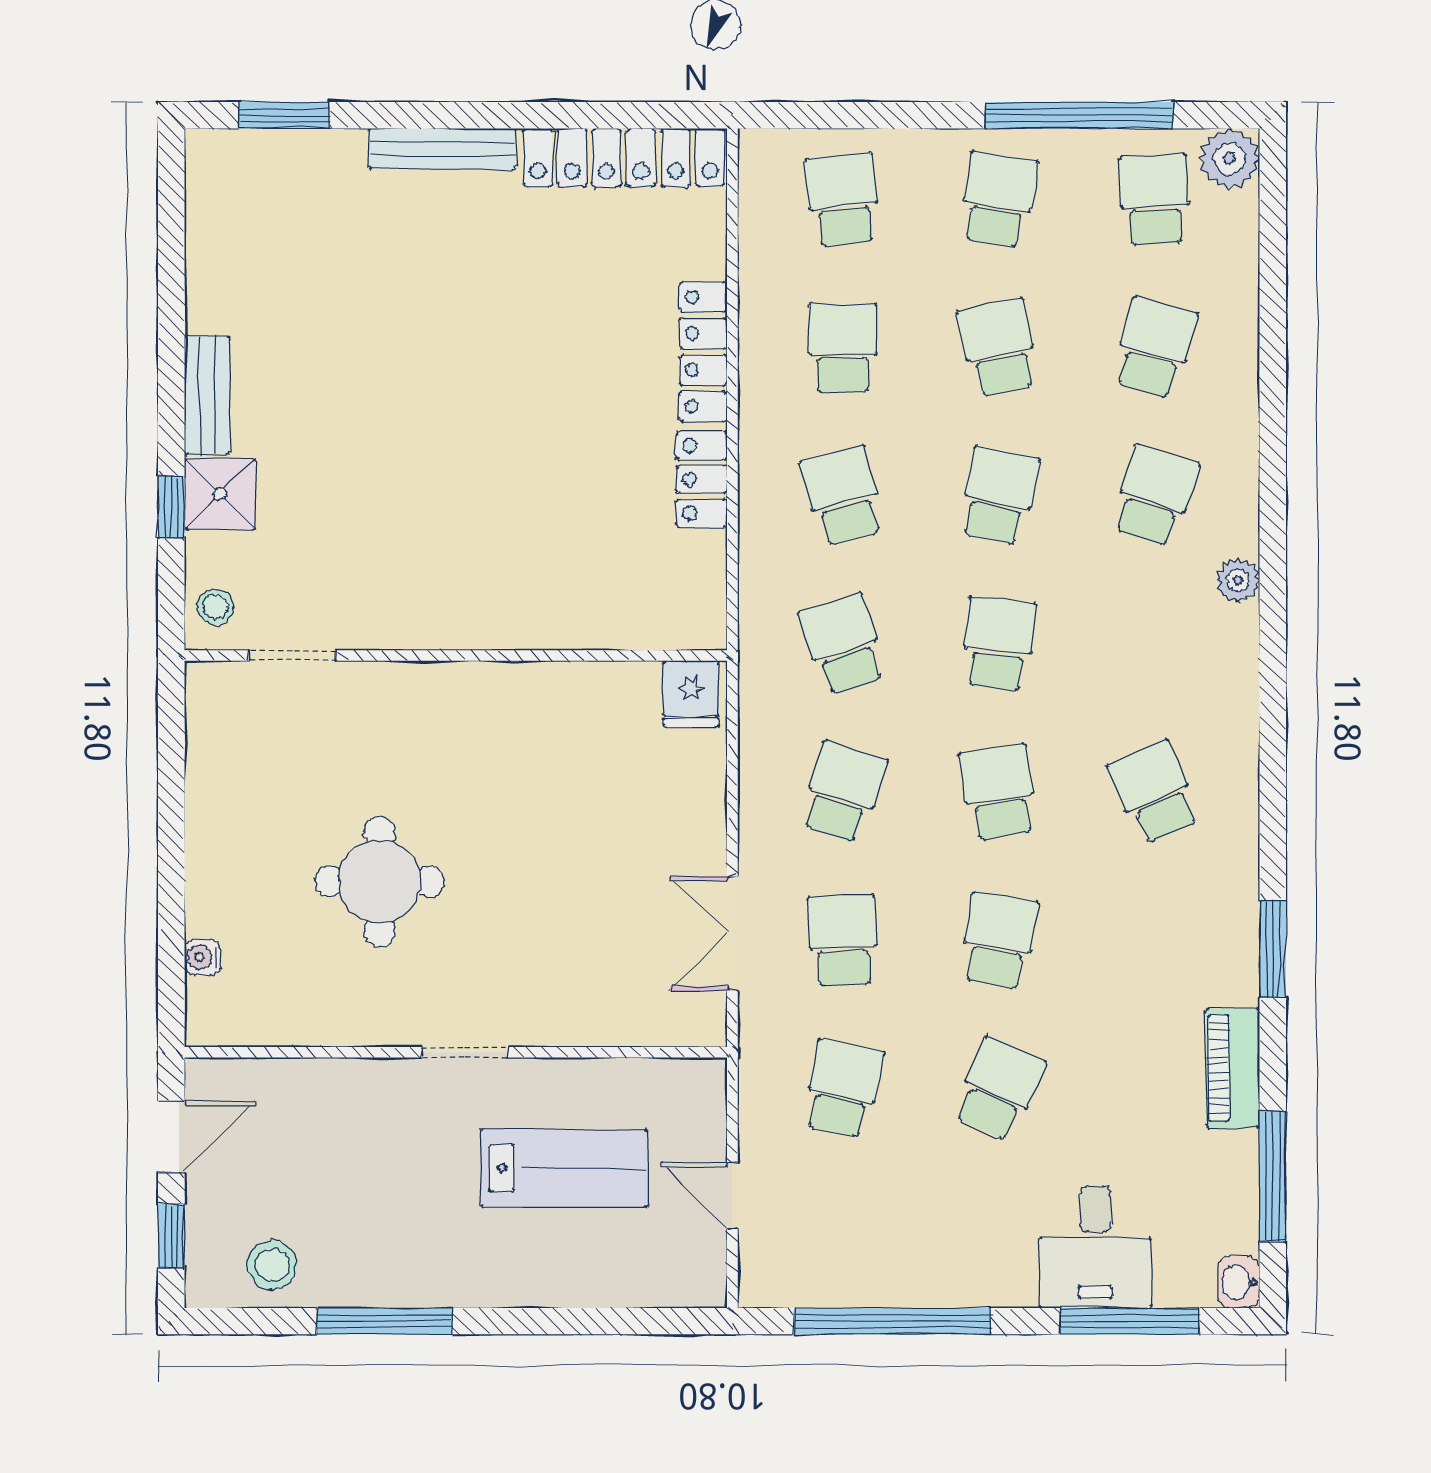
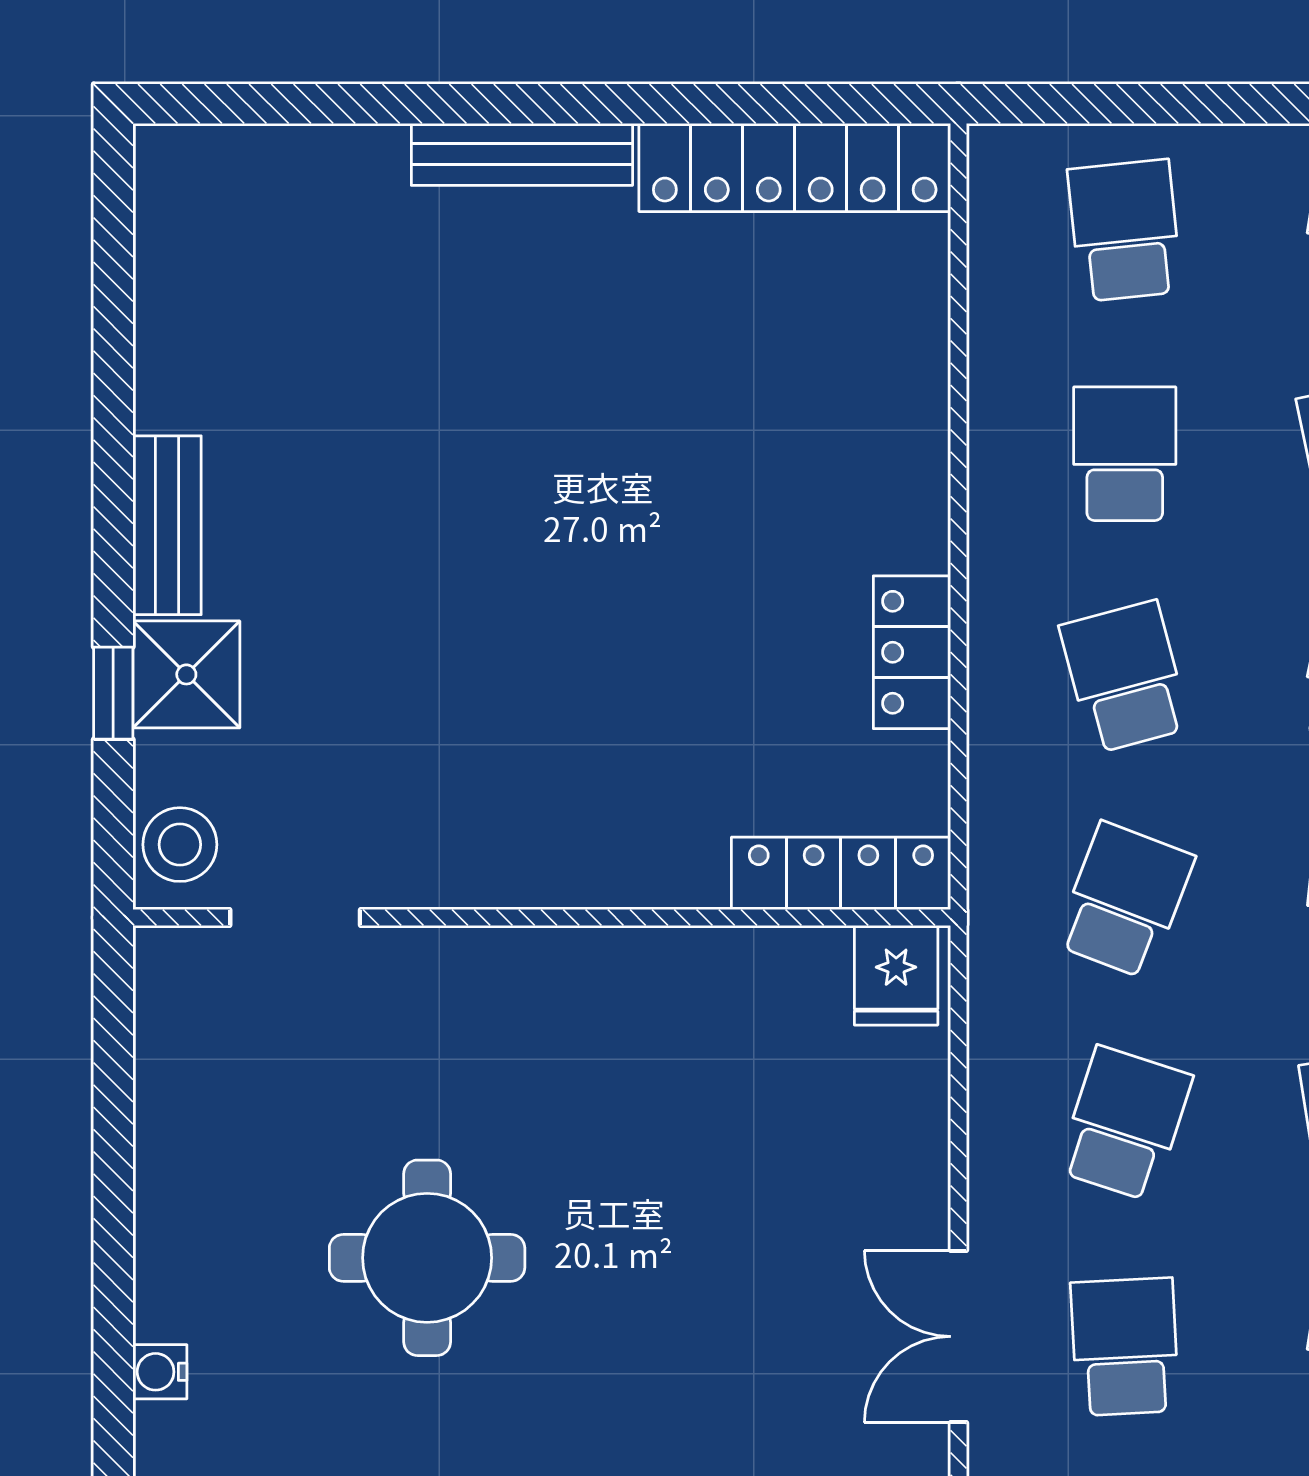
window: (285, 115) -> (284, 104), removed
locker: (703, 352) -> (841, 873), moved, turned 90
stool: (216, 607) -> (180, 845), width x1.37, depth x1.37
school desk: (843, 644) -> (1125, 900), turned 39

